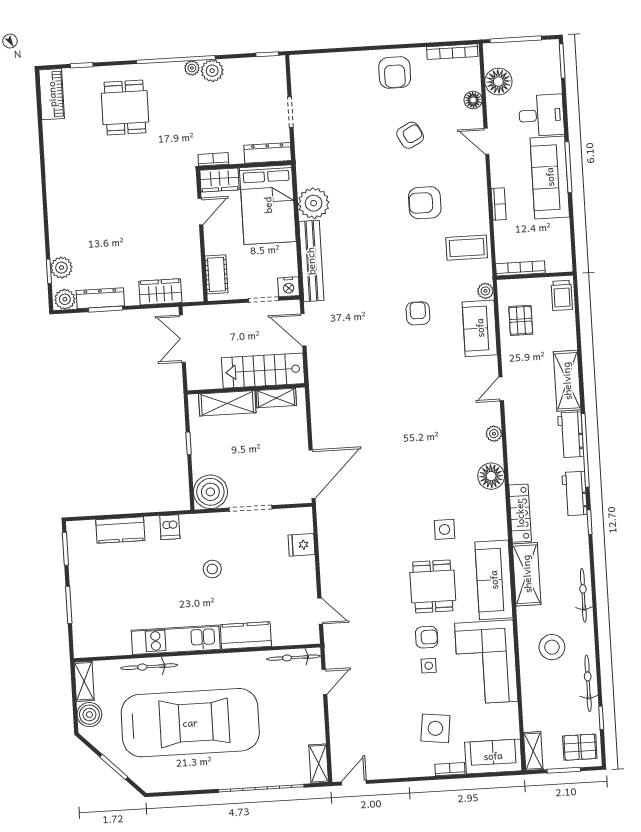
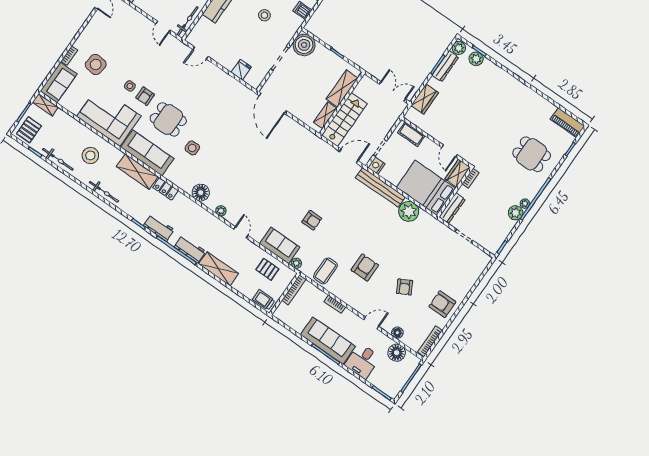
locker: (520, 513) -> (165, 189), width x0.66

